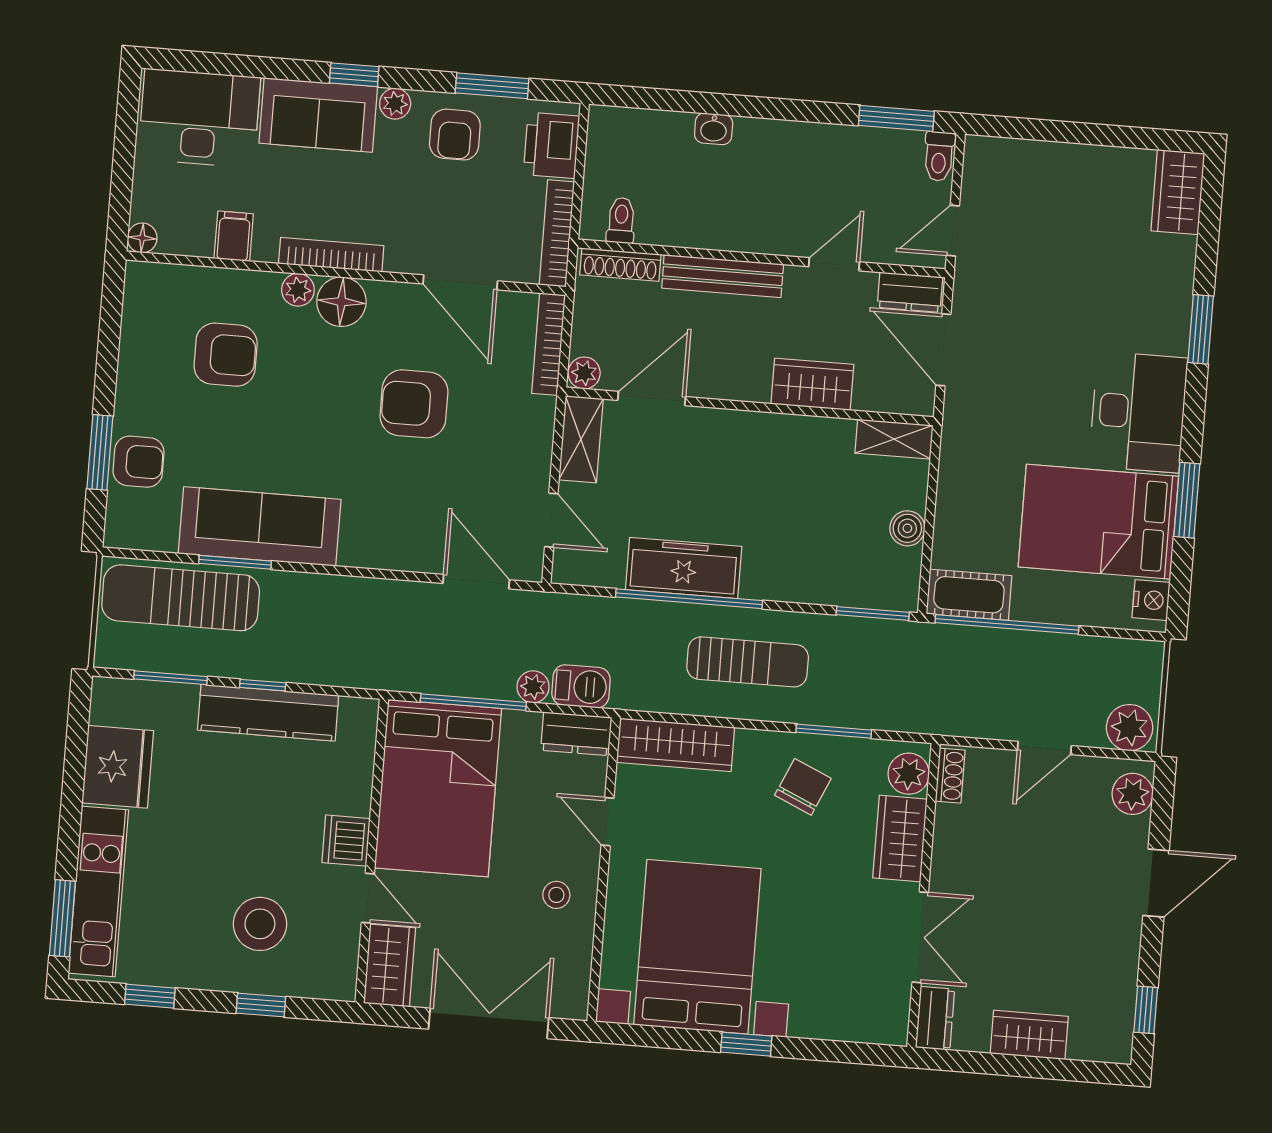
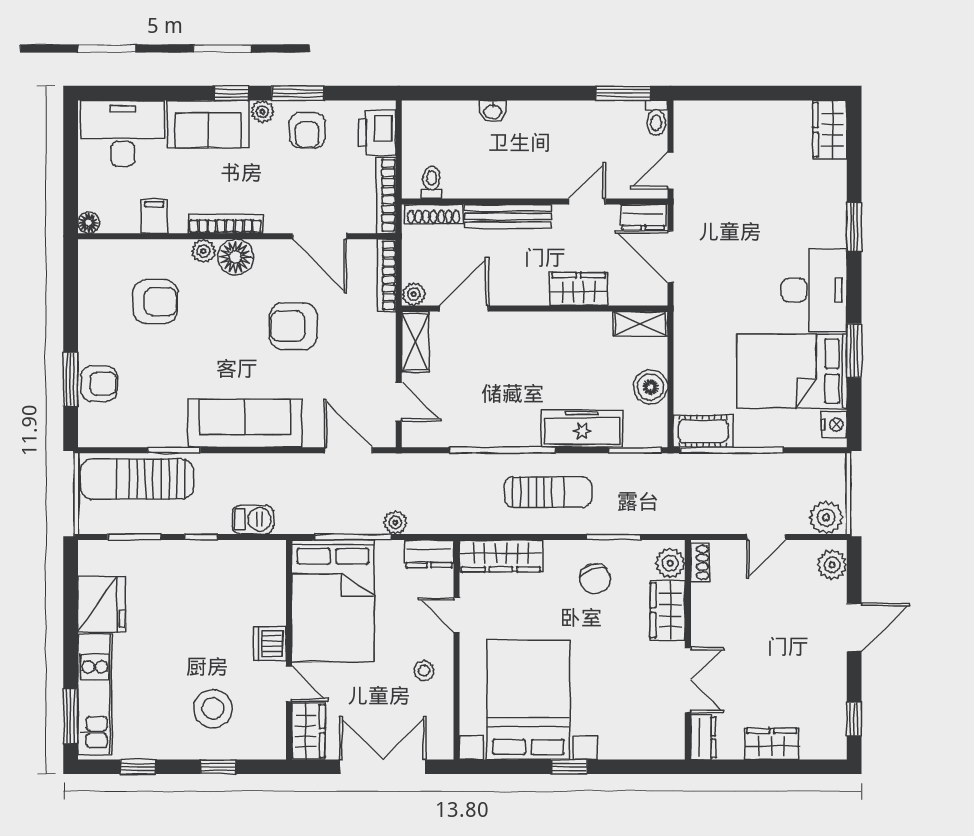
window: (492, 86) -> (298, 93), moved
sofa: (260, 526) -> (245, 423), moved
boiler: (907, 528) -> (650, 387), width x1.36, depth x1.36
freezer: (684, 568) -> (582, 428), moved
barbecue: (581, 686) -> (253, 519), moved
kitchen counter: (268, 713) -> (206, 556), removed
chair: (803, 787) -> (595, 579), turned 138

